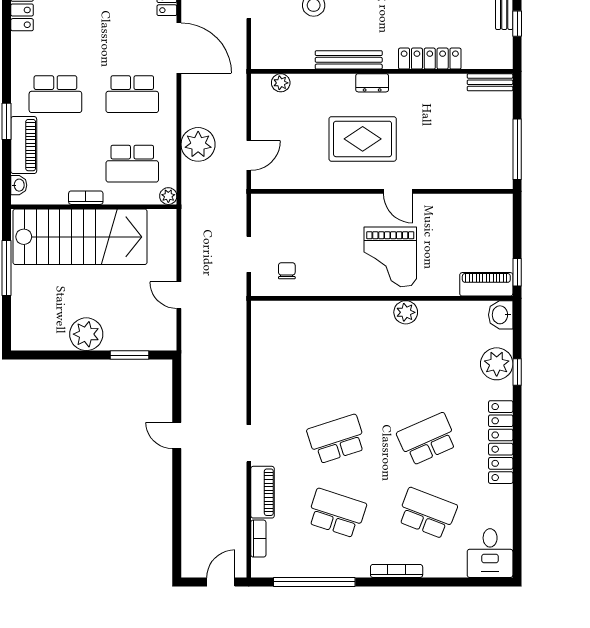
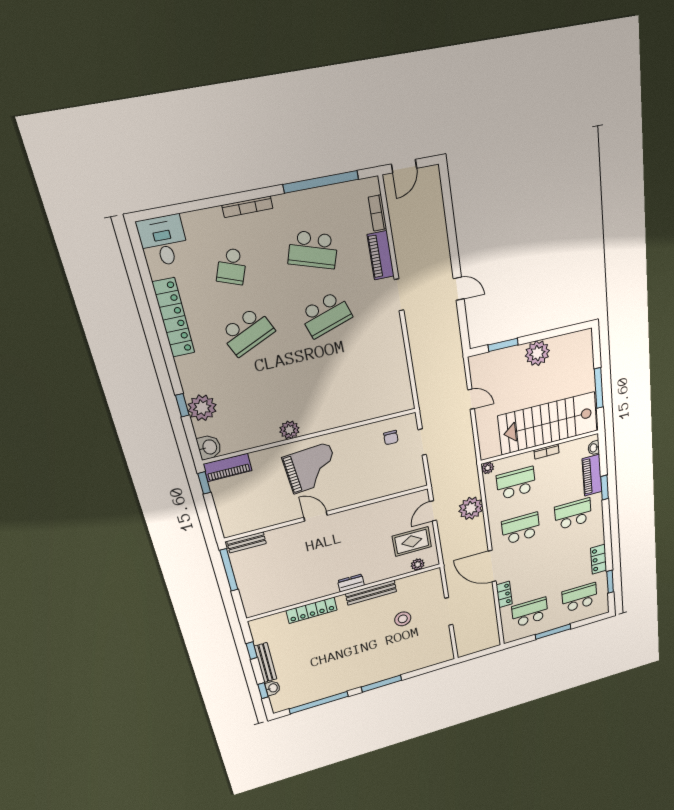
bench: (490, 82) -> (247, 542), moved
rug: (363, 139) -> (412, 541), moved, width x0.73, depth x0.70
grand piano: (390, 257) -> (311, 468), turned 85
locker: (501, 442) -> (174, 318), moved
school desk: (427, 513) -> (232, 266), width x0.54

